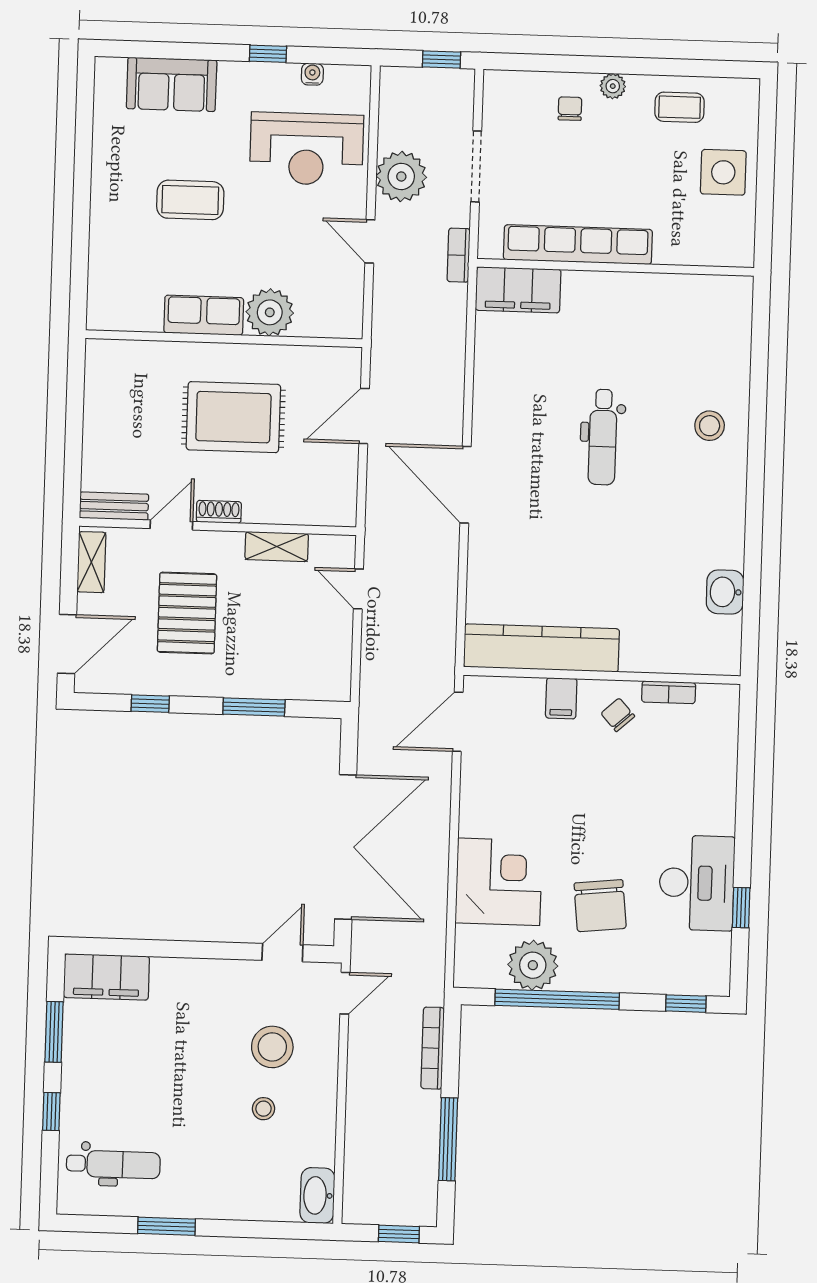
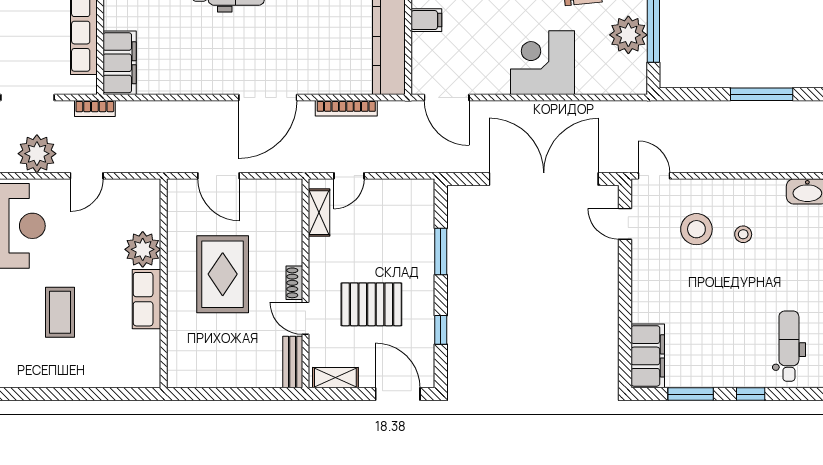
shelving: (277, 547) -> (319, 213), moved
corner desk: (499, 882) -> (543, 63), moved
bookcase: (433, 1048) -> (346, 108), moved

